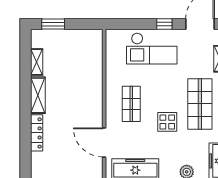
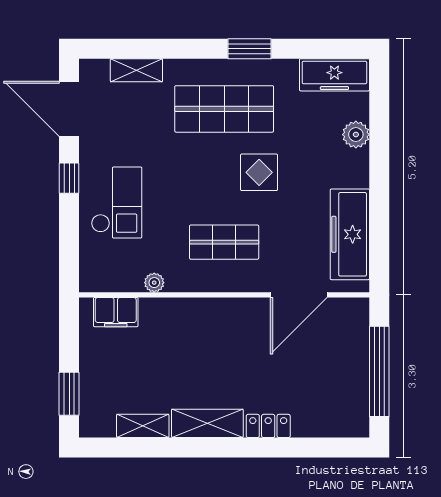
filing cabinet: (95, 48) -> (116, 312), added
checkout: (152, 49) -> (117, 202), width x0.73, depth x0.83
plant: (110, 68) -> (154, 283), added
locker: (37, 133) -> (268, 426), width x0.66

